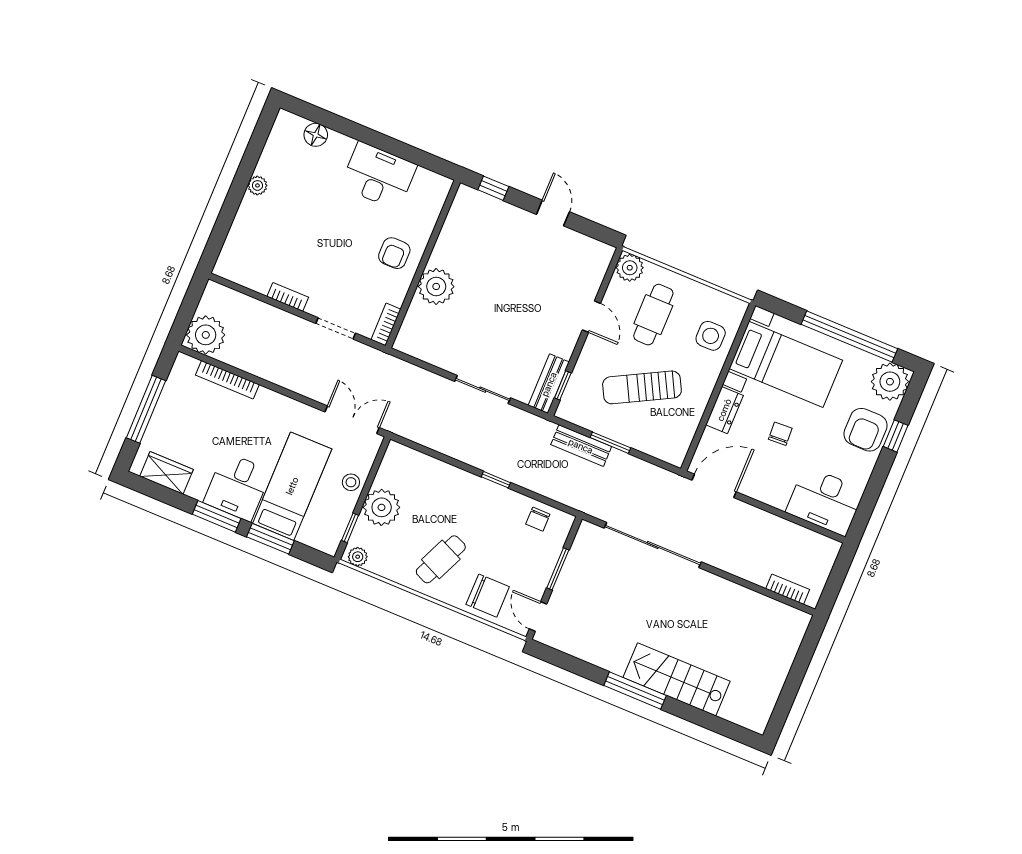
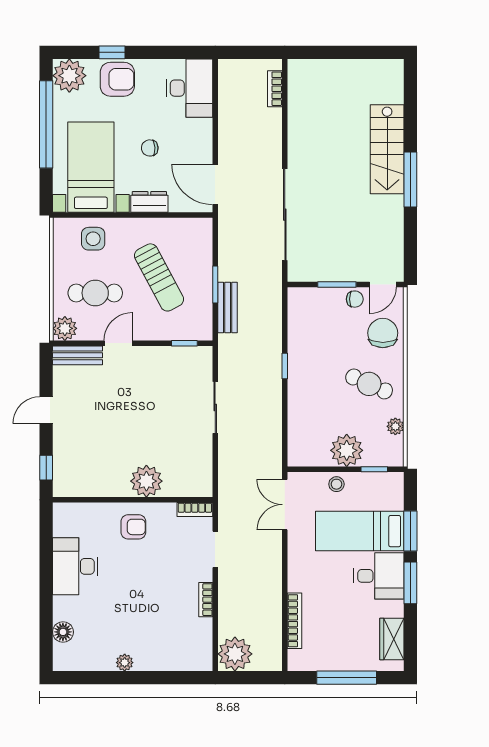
plant: (206, 335) -> (235, 654), moved
bench: (549, 384) -> (78, 355), moved
chair: (538, 519) -> (355, 299), moved
plant: (358, 557) -> (395, 426), moved

